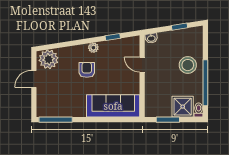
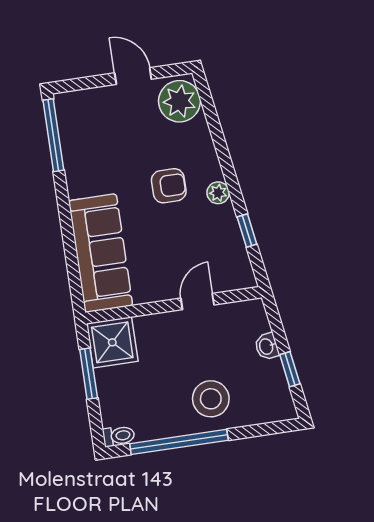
washbasin: (151, 38) -> (267, 346), moved
shower: (183, 107) -> (112, 342), moved

